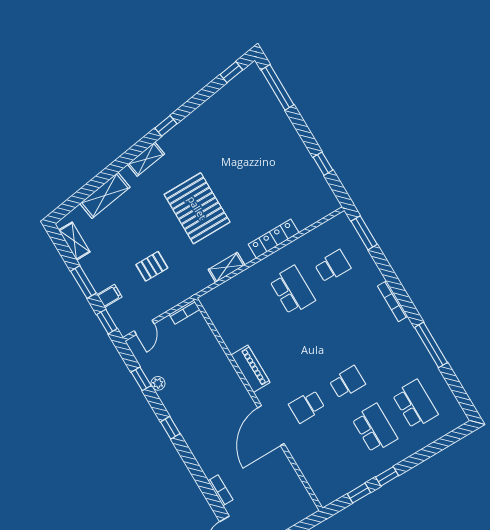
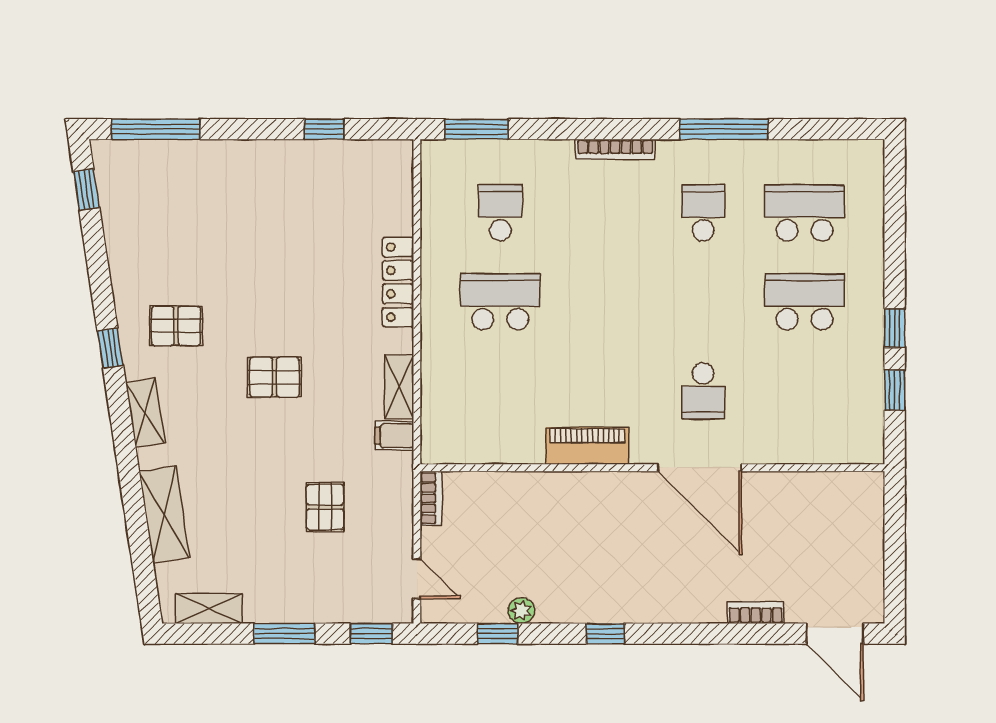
pallet: (194, 150) -> (176, 326), added
pallet: (197, 208) -> (275, 377), width x0.49, depth x0.50
filing cabinet: (110, 296) -> (394, 436), moved, turned -90
school desk: (347, 382) -> (703, 213), moved

